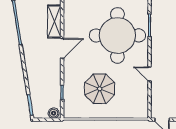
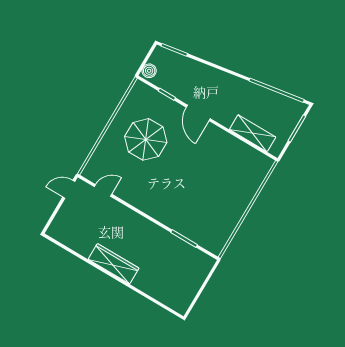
round table: (117, 35) -> (194, 195), removed
door: (62, 48) -> (198, 113), moved
door: (150, 74) -> (103, 190), moved

